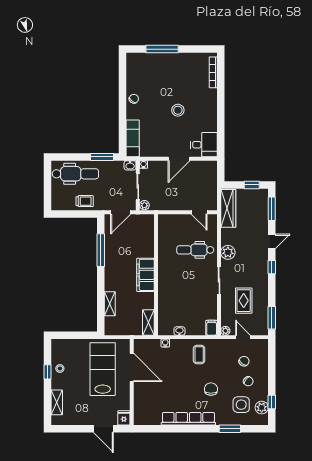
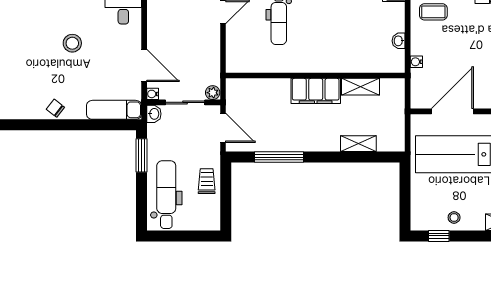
door: (179, 159) -> (144, 66), moved
shelving: (148, 323) -> (361, 87), moved
window: (47, 372) -> (439, 236), moved

